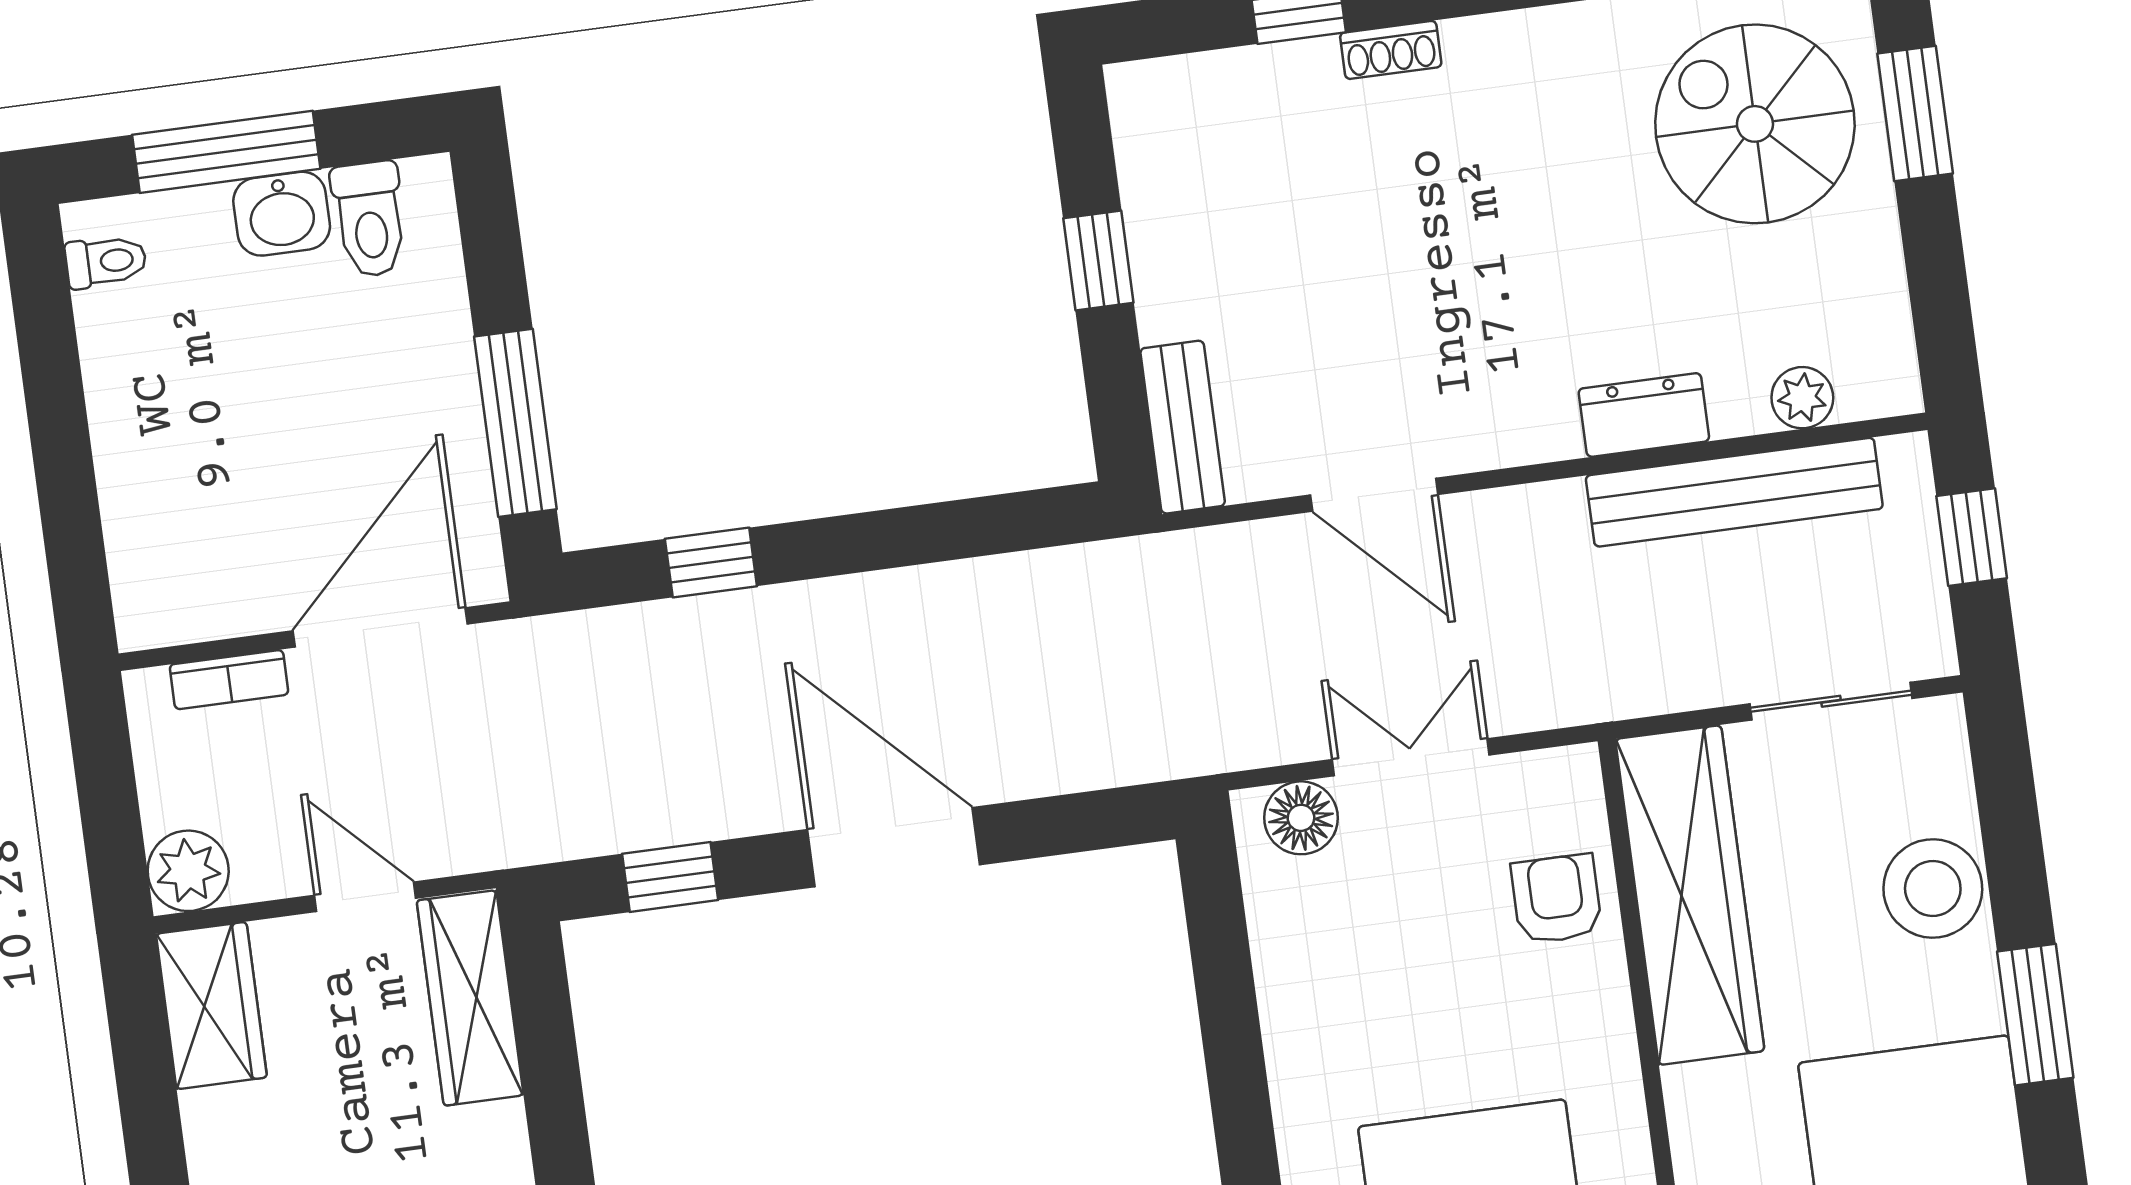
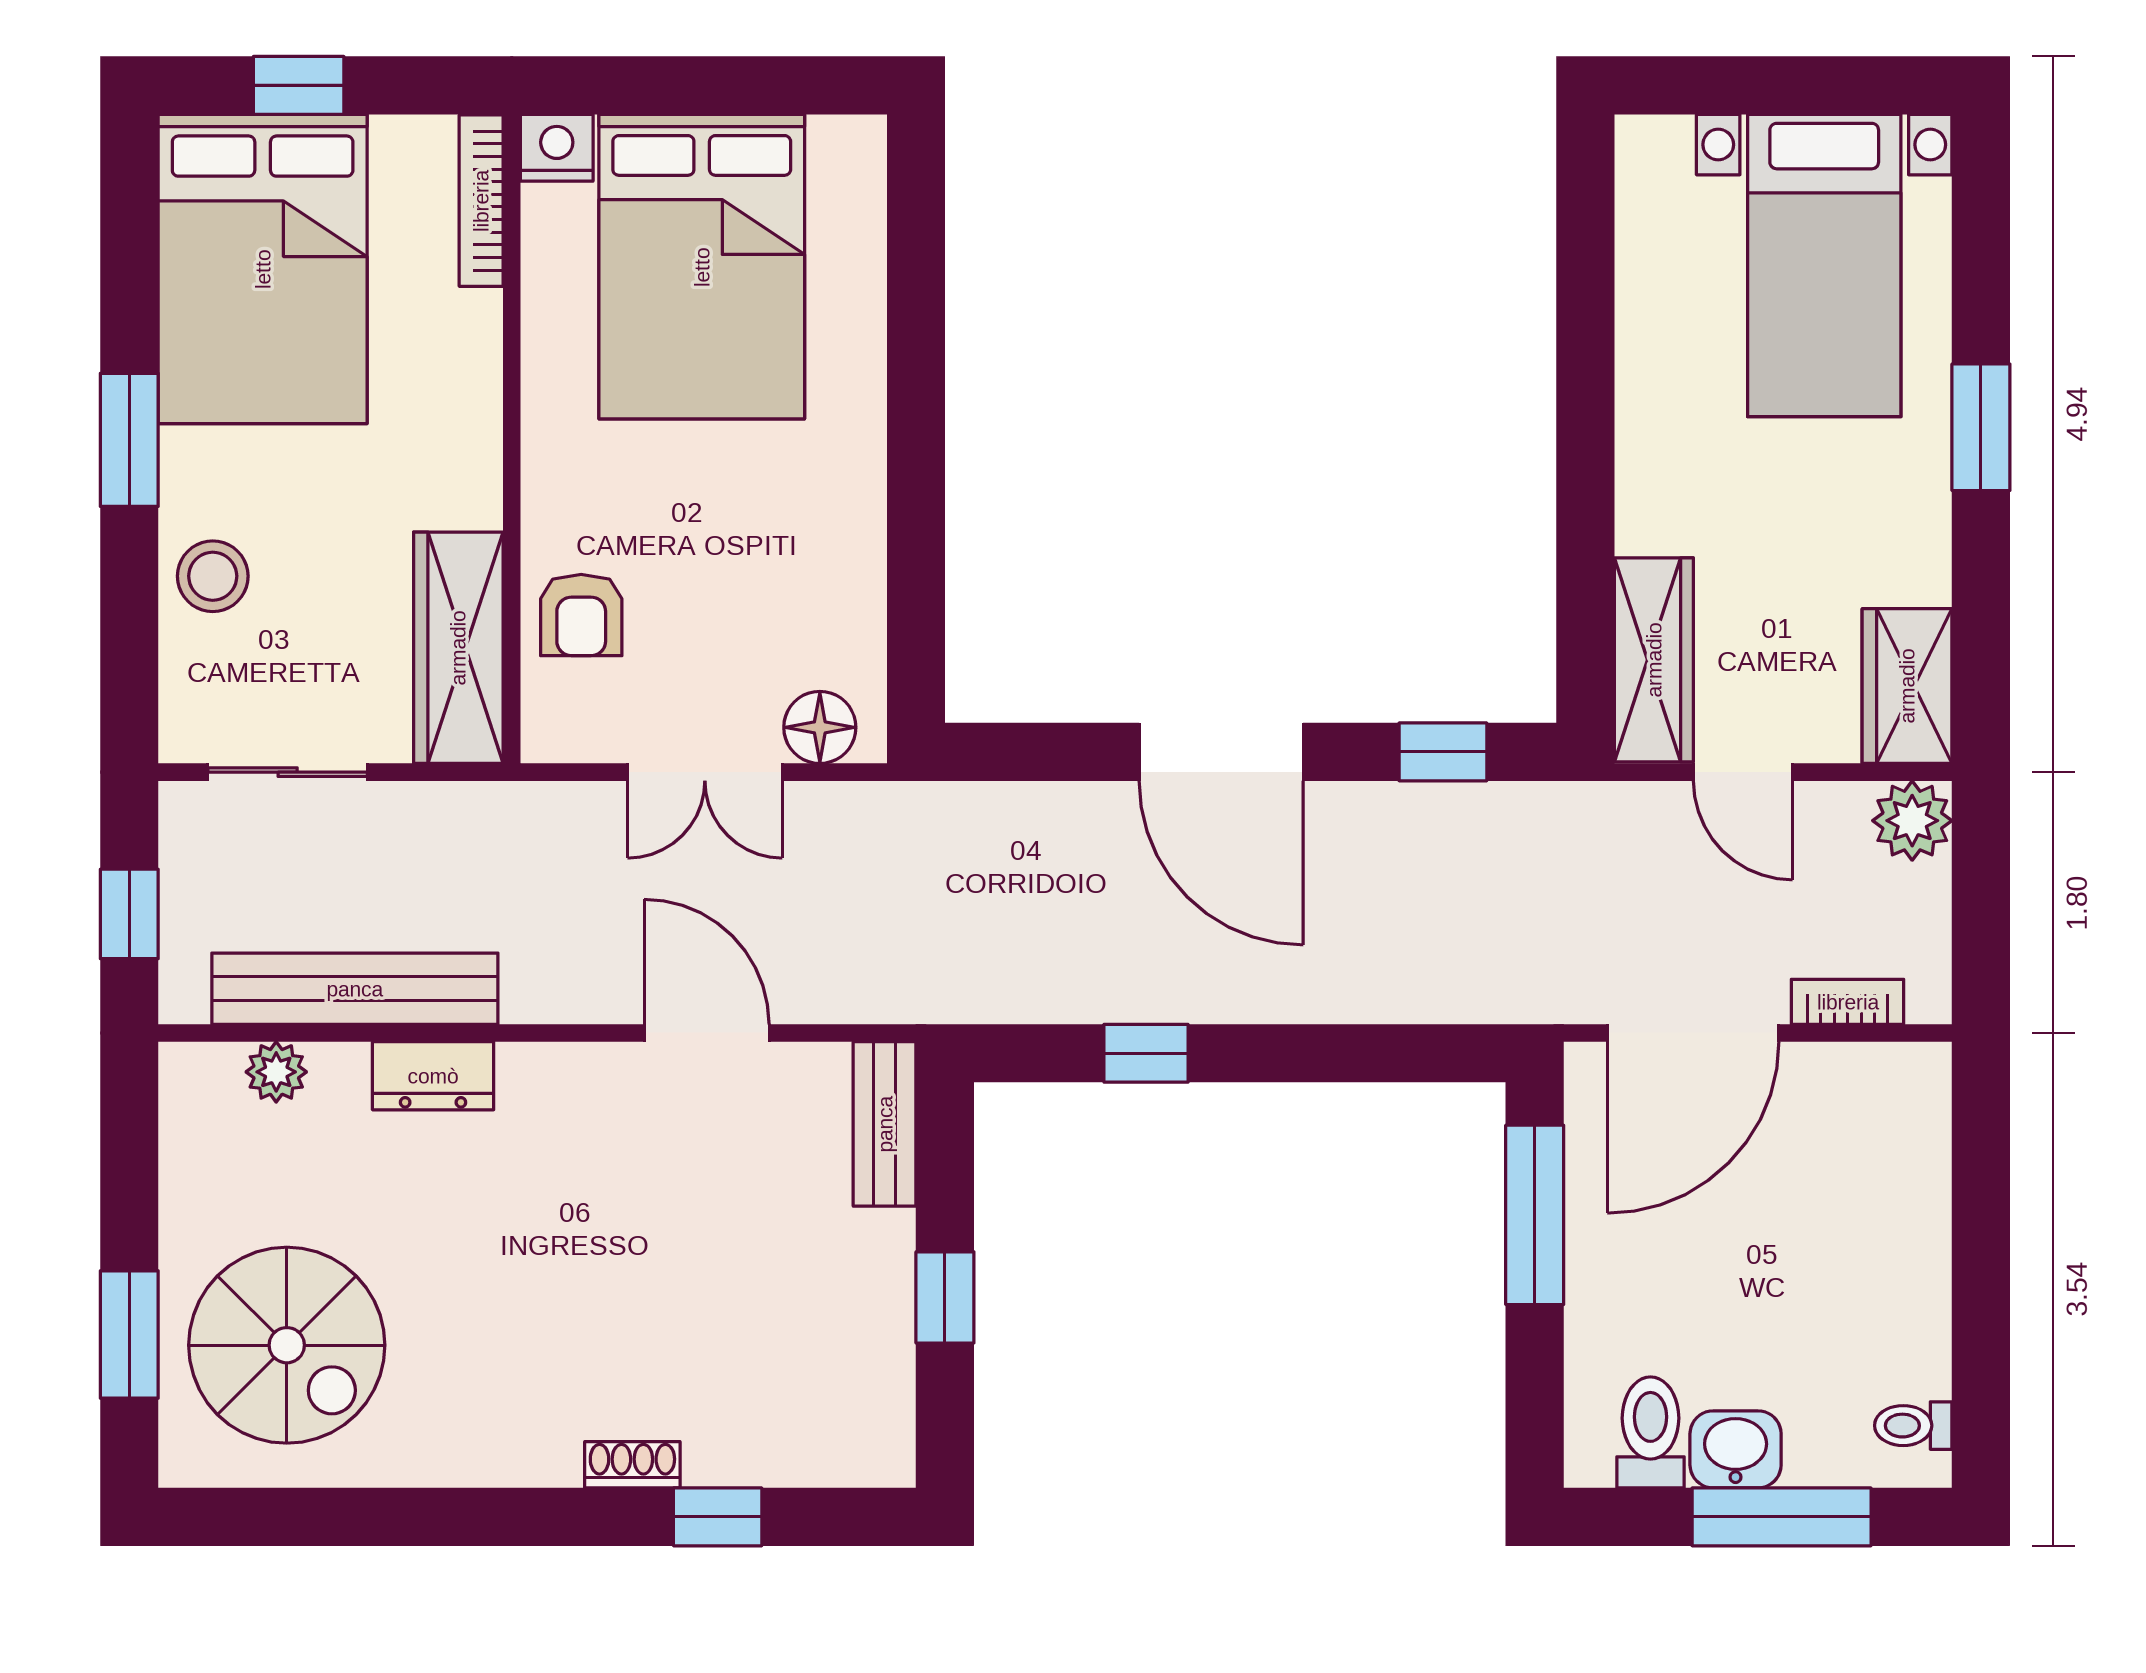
window: (711, 563) -> (1146, 1053), moved
stool: (1933, 888) -> (213, 576), width x0.73, depth x0.73
wardrobe: (1690, 895) -> (458, 648), width x0.71, depth x0.85

